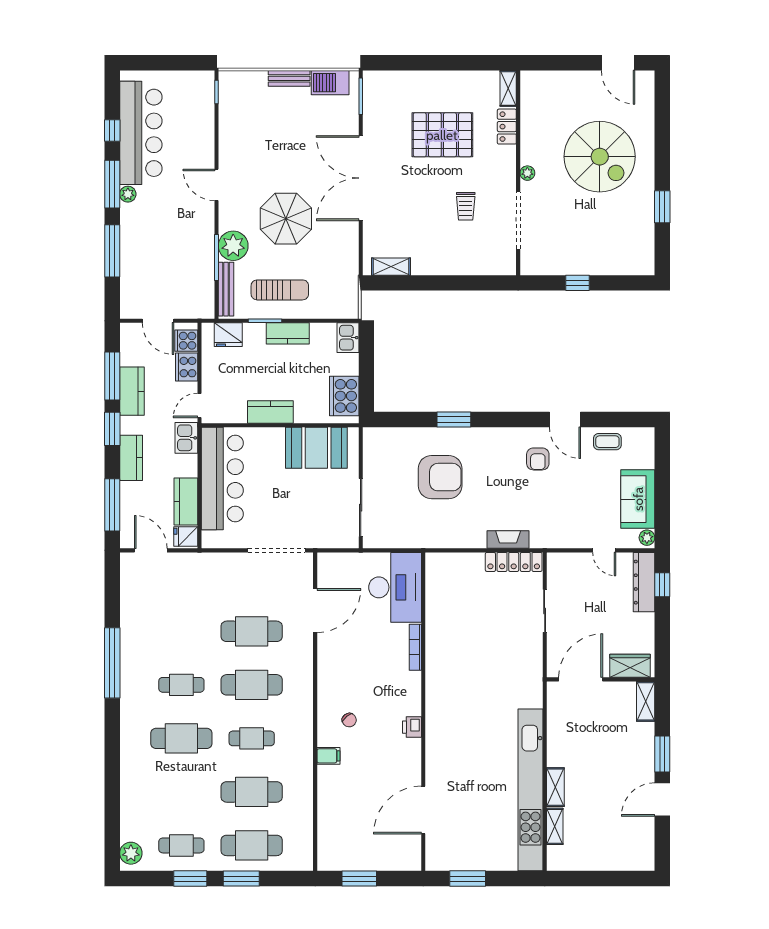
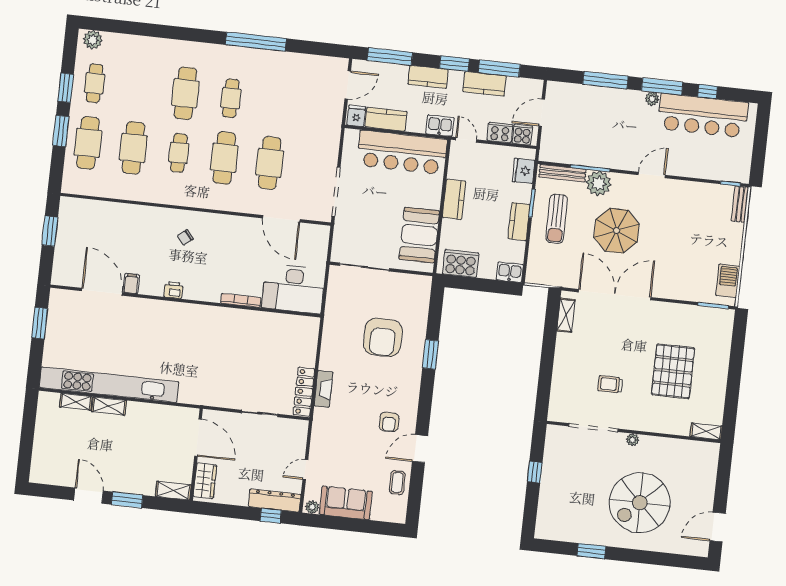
bench: (289, 78) -> (740, 204), moved
locker: (507, 127) -> (674, 427), removed
double door: (361, 178) -> (615, 295), moved
armchair: (538, 459) -> (389, 422), turned -90
filing cabinet: (328, 756) -> (131, 284), moved, turned 180

